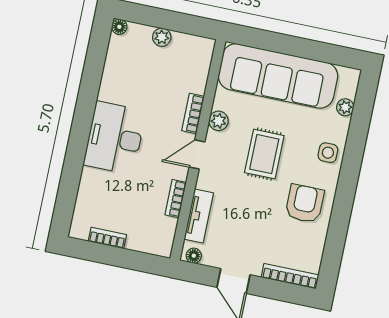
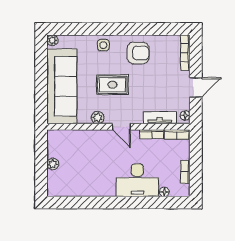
floor lamp: (119, 27) -> (164, 192), moved
plant: (345, 107) -> (52, 40), moved
bookcase: (193, 113) -> (177, 135), moved
desk: (115, 138) -> (137, 180), moved
armchair: (305, 204) -> (138, 53), turned 180

